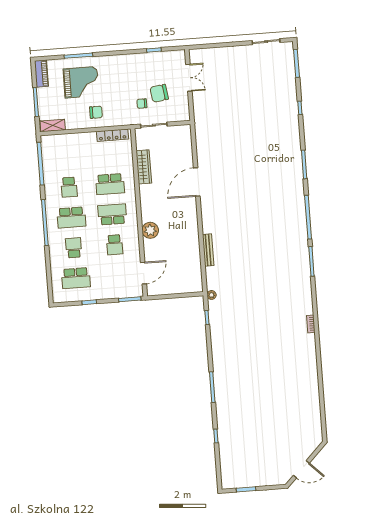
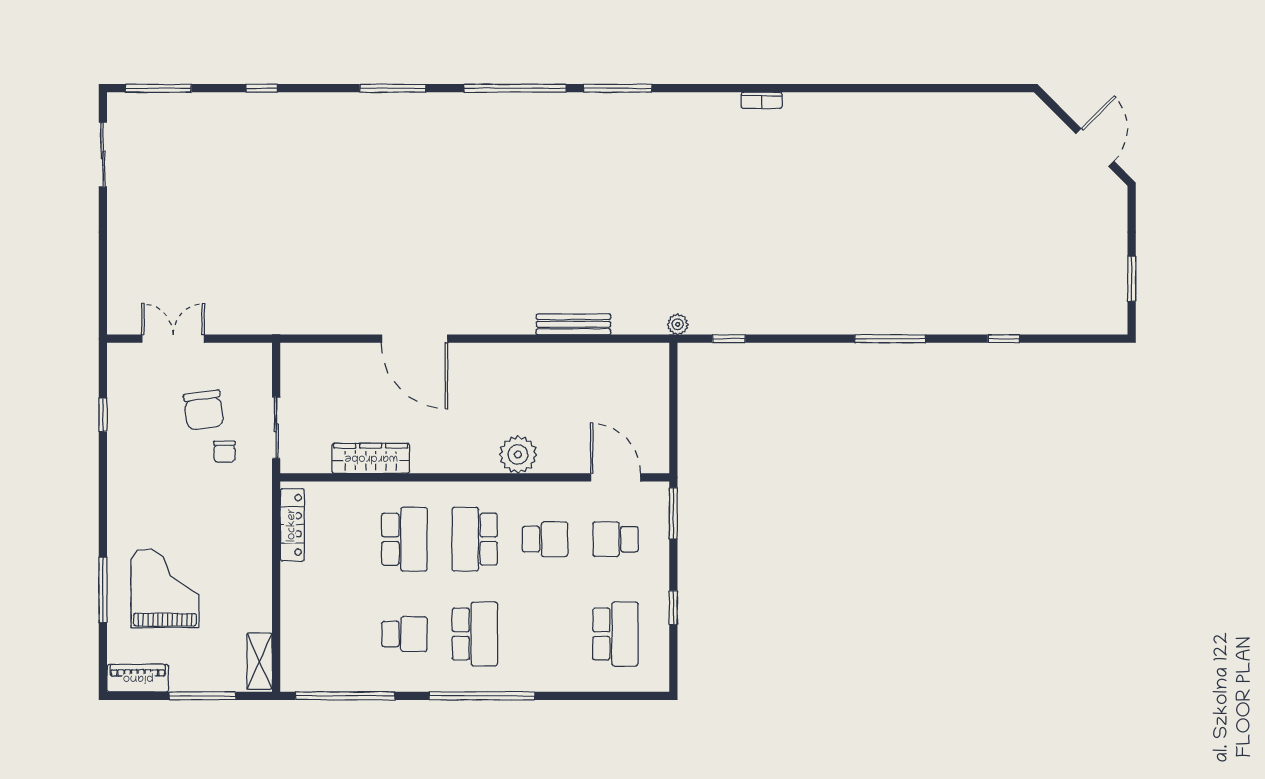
chair: (96, 112) -> (236, 559), removed
school desk: (74, 248) -> (615, 539), moved

